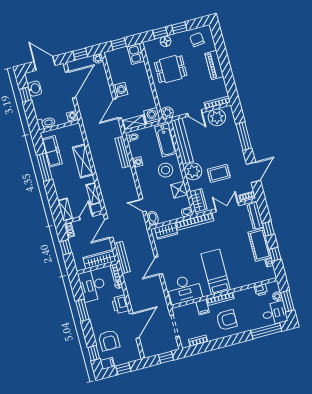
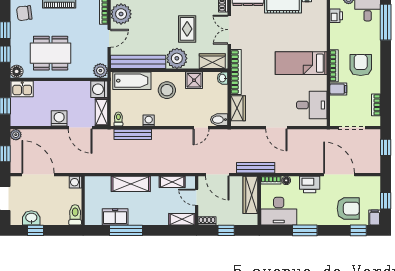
floor lamp: (166, 41) -> (17, 71), moved
dining table: (171, 69) -> (51, 53), width x1.37
freezer: (52, 151) -> (115, 217), width x0.71
desk: (184, 289) -> (312, 105), width x0.73

